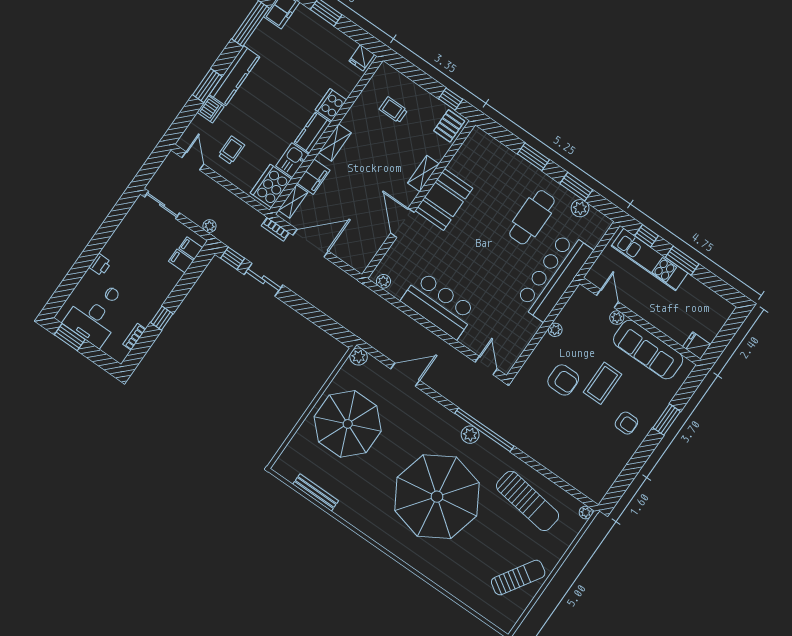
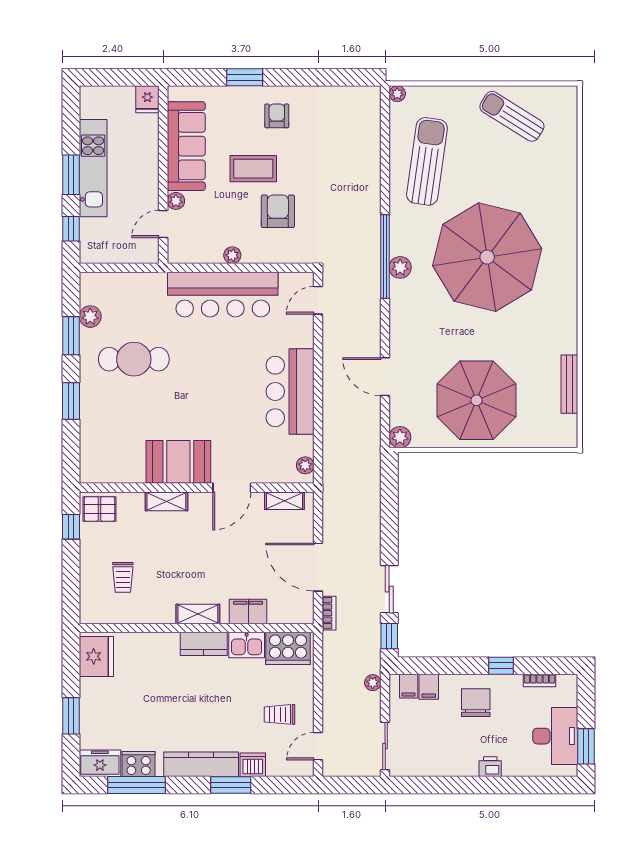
fridge: (362, 58) -> (96, 656), width x1.88, depth x1.34
cooker: (331, 105) -> (139, 764), moved, turned 180
shelving: (293, 201) -> (284, 501), moved
kitchen unit: (650, 259) -> (93, 168), moved
bar counter: (554, 276) -> (223, 295), moved
chair: (112, 294) -> (476, 703), moved, width x1.87, depth x1.87

